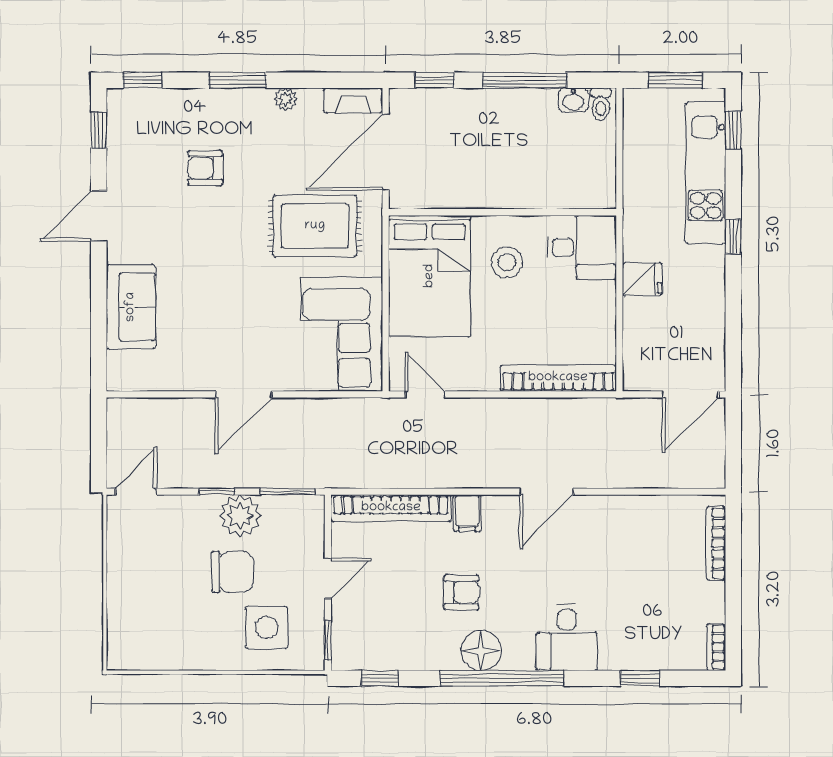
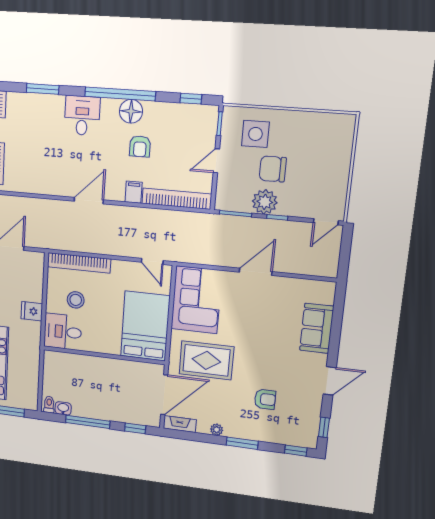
stool: (507, 262) -> (76, 300), moved
armchair: (461, 592) -> (140, 146), turned -90
window: (640, 678) -> (43, 89), width x1.50

